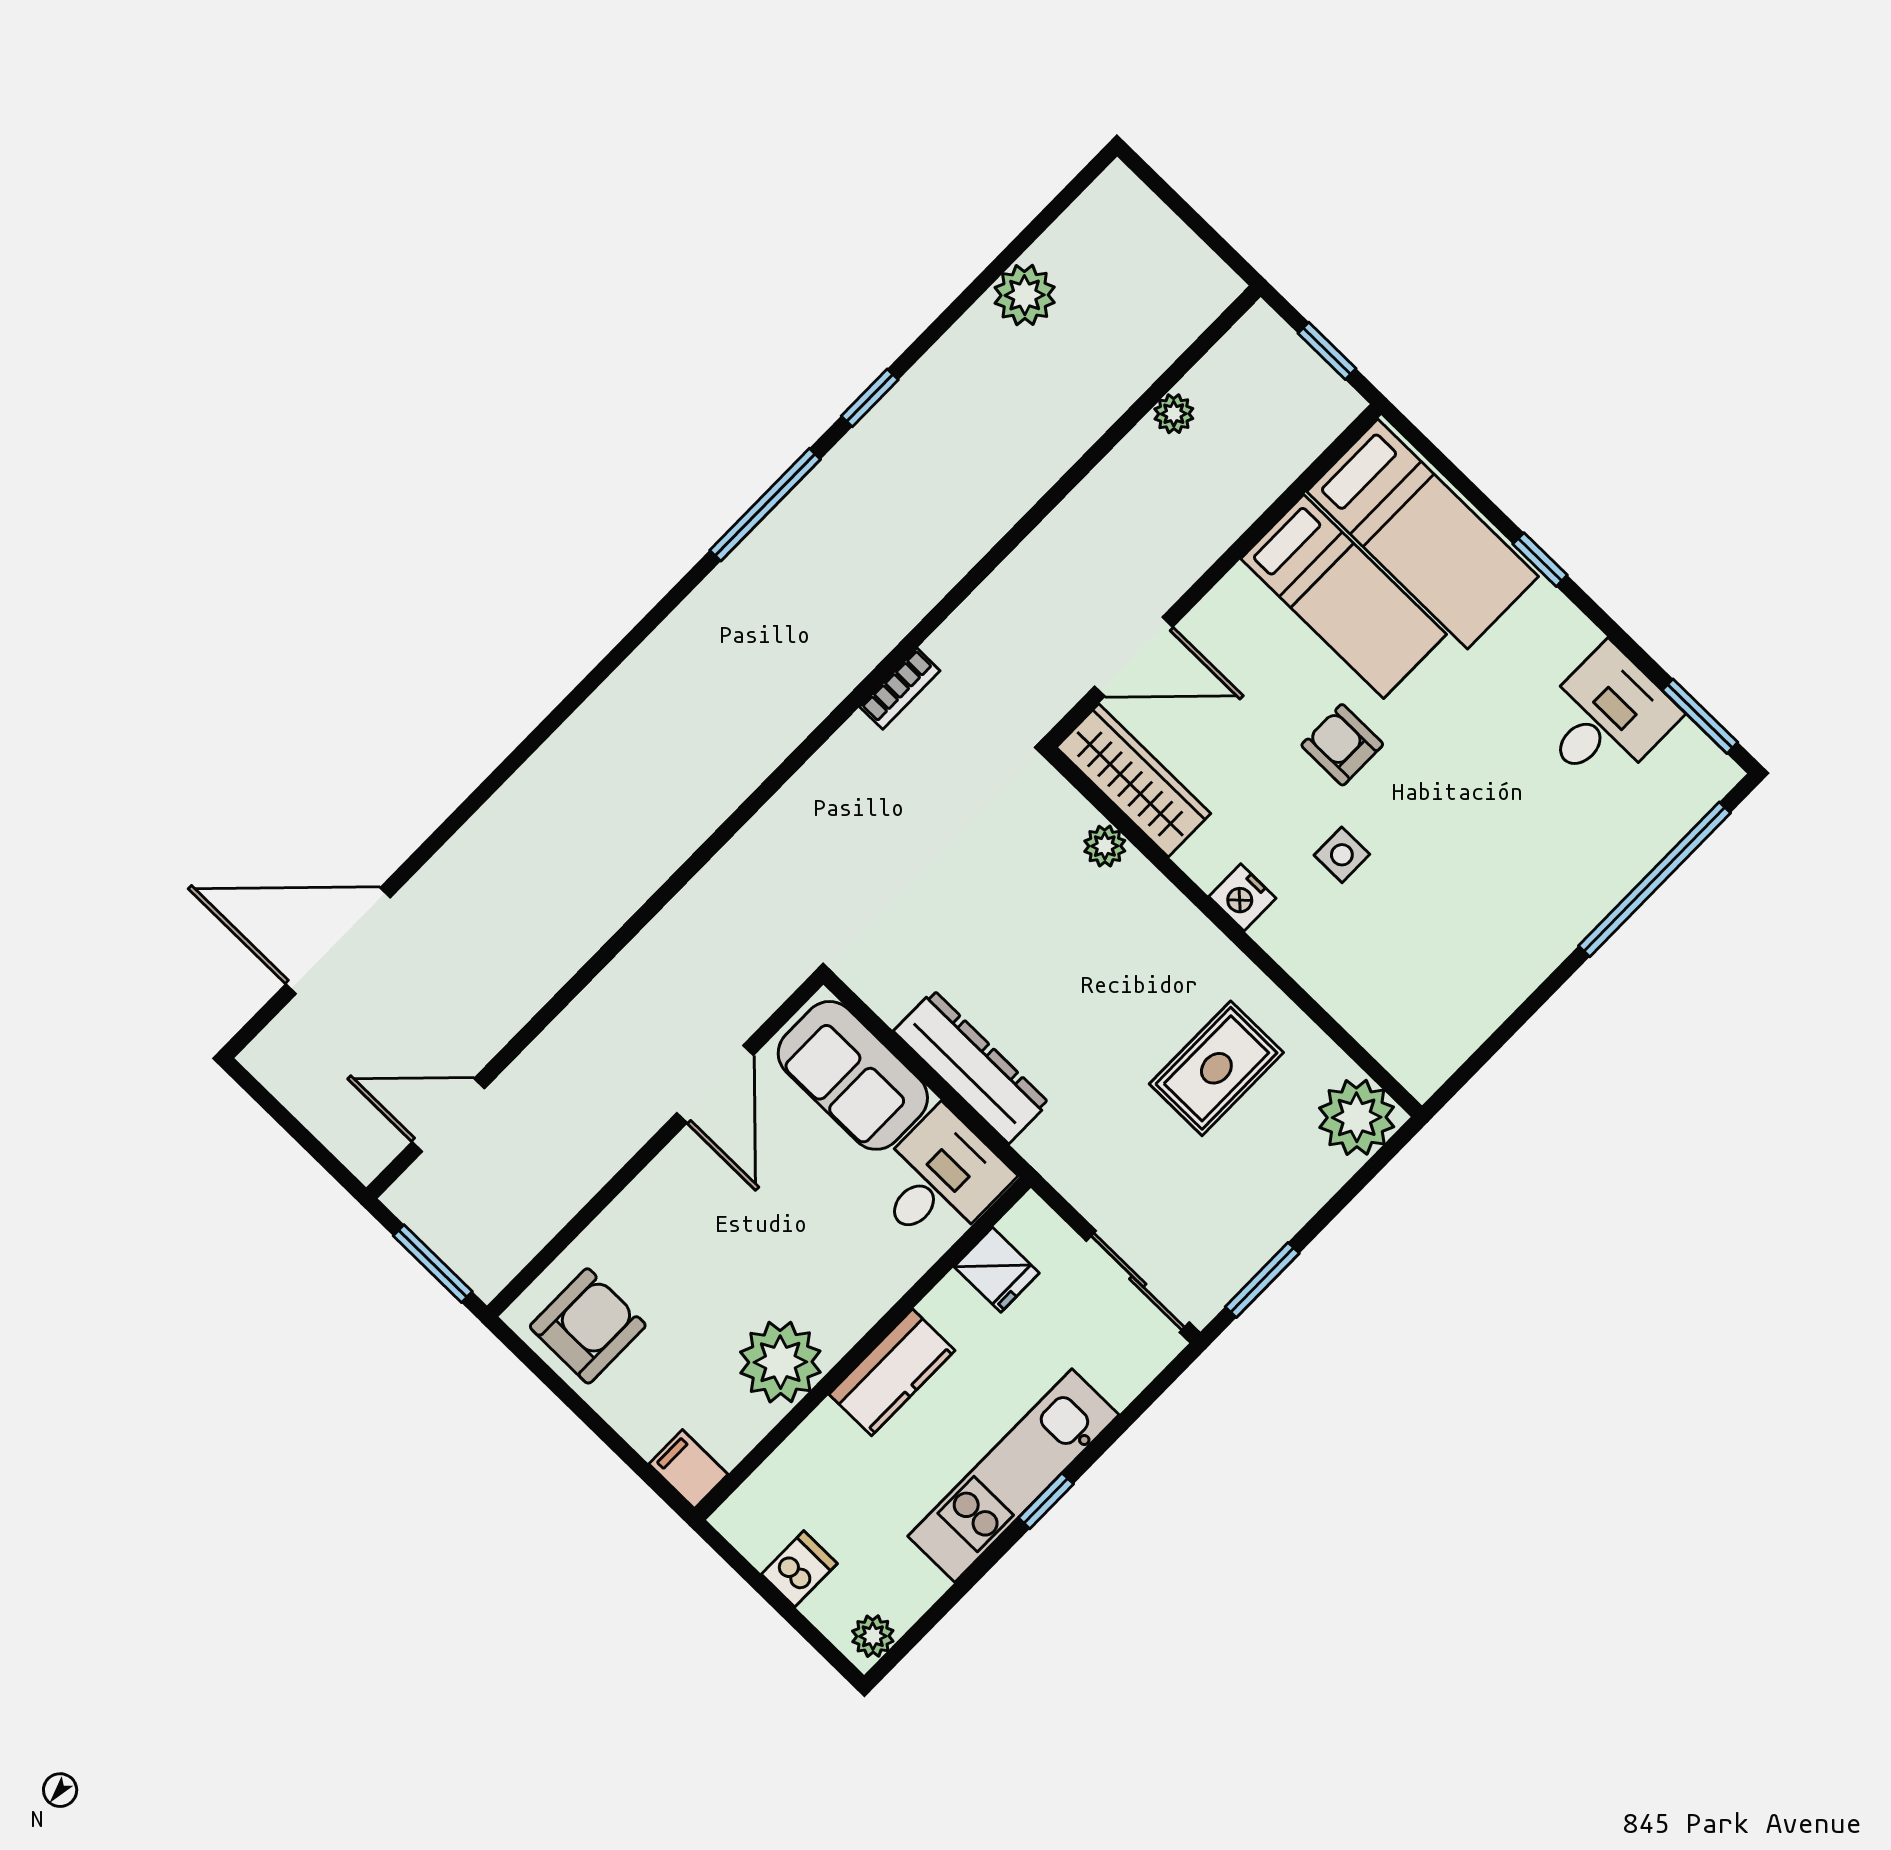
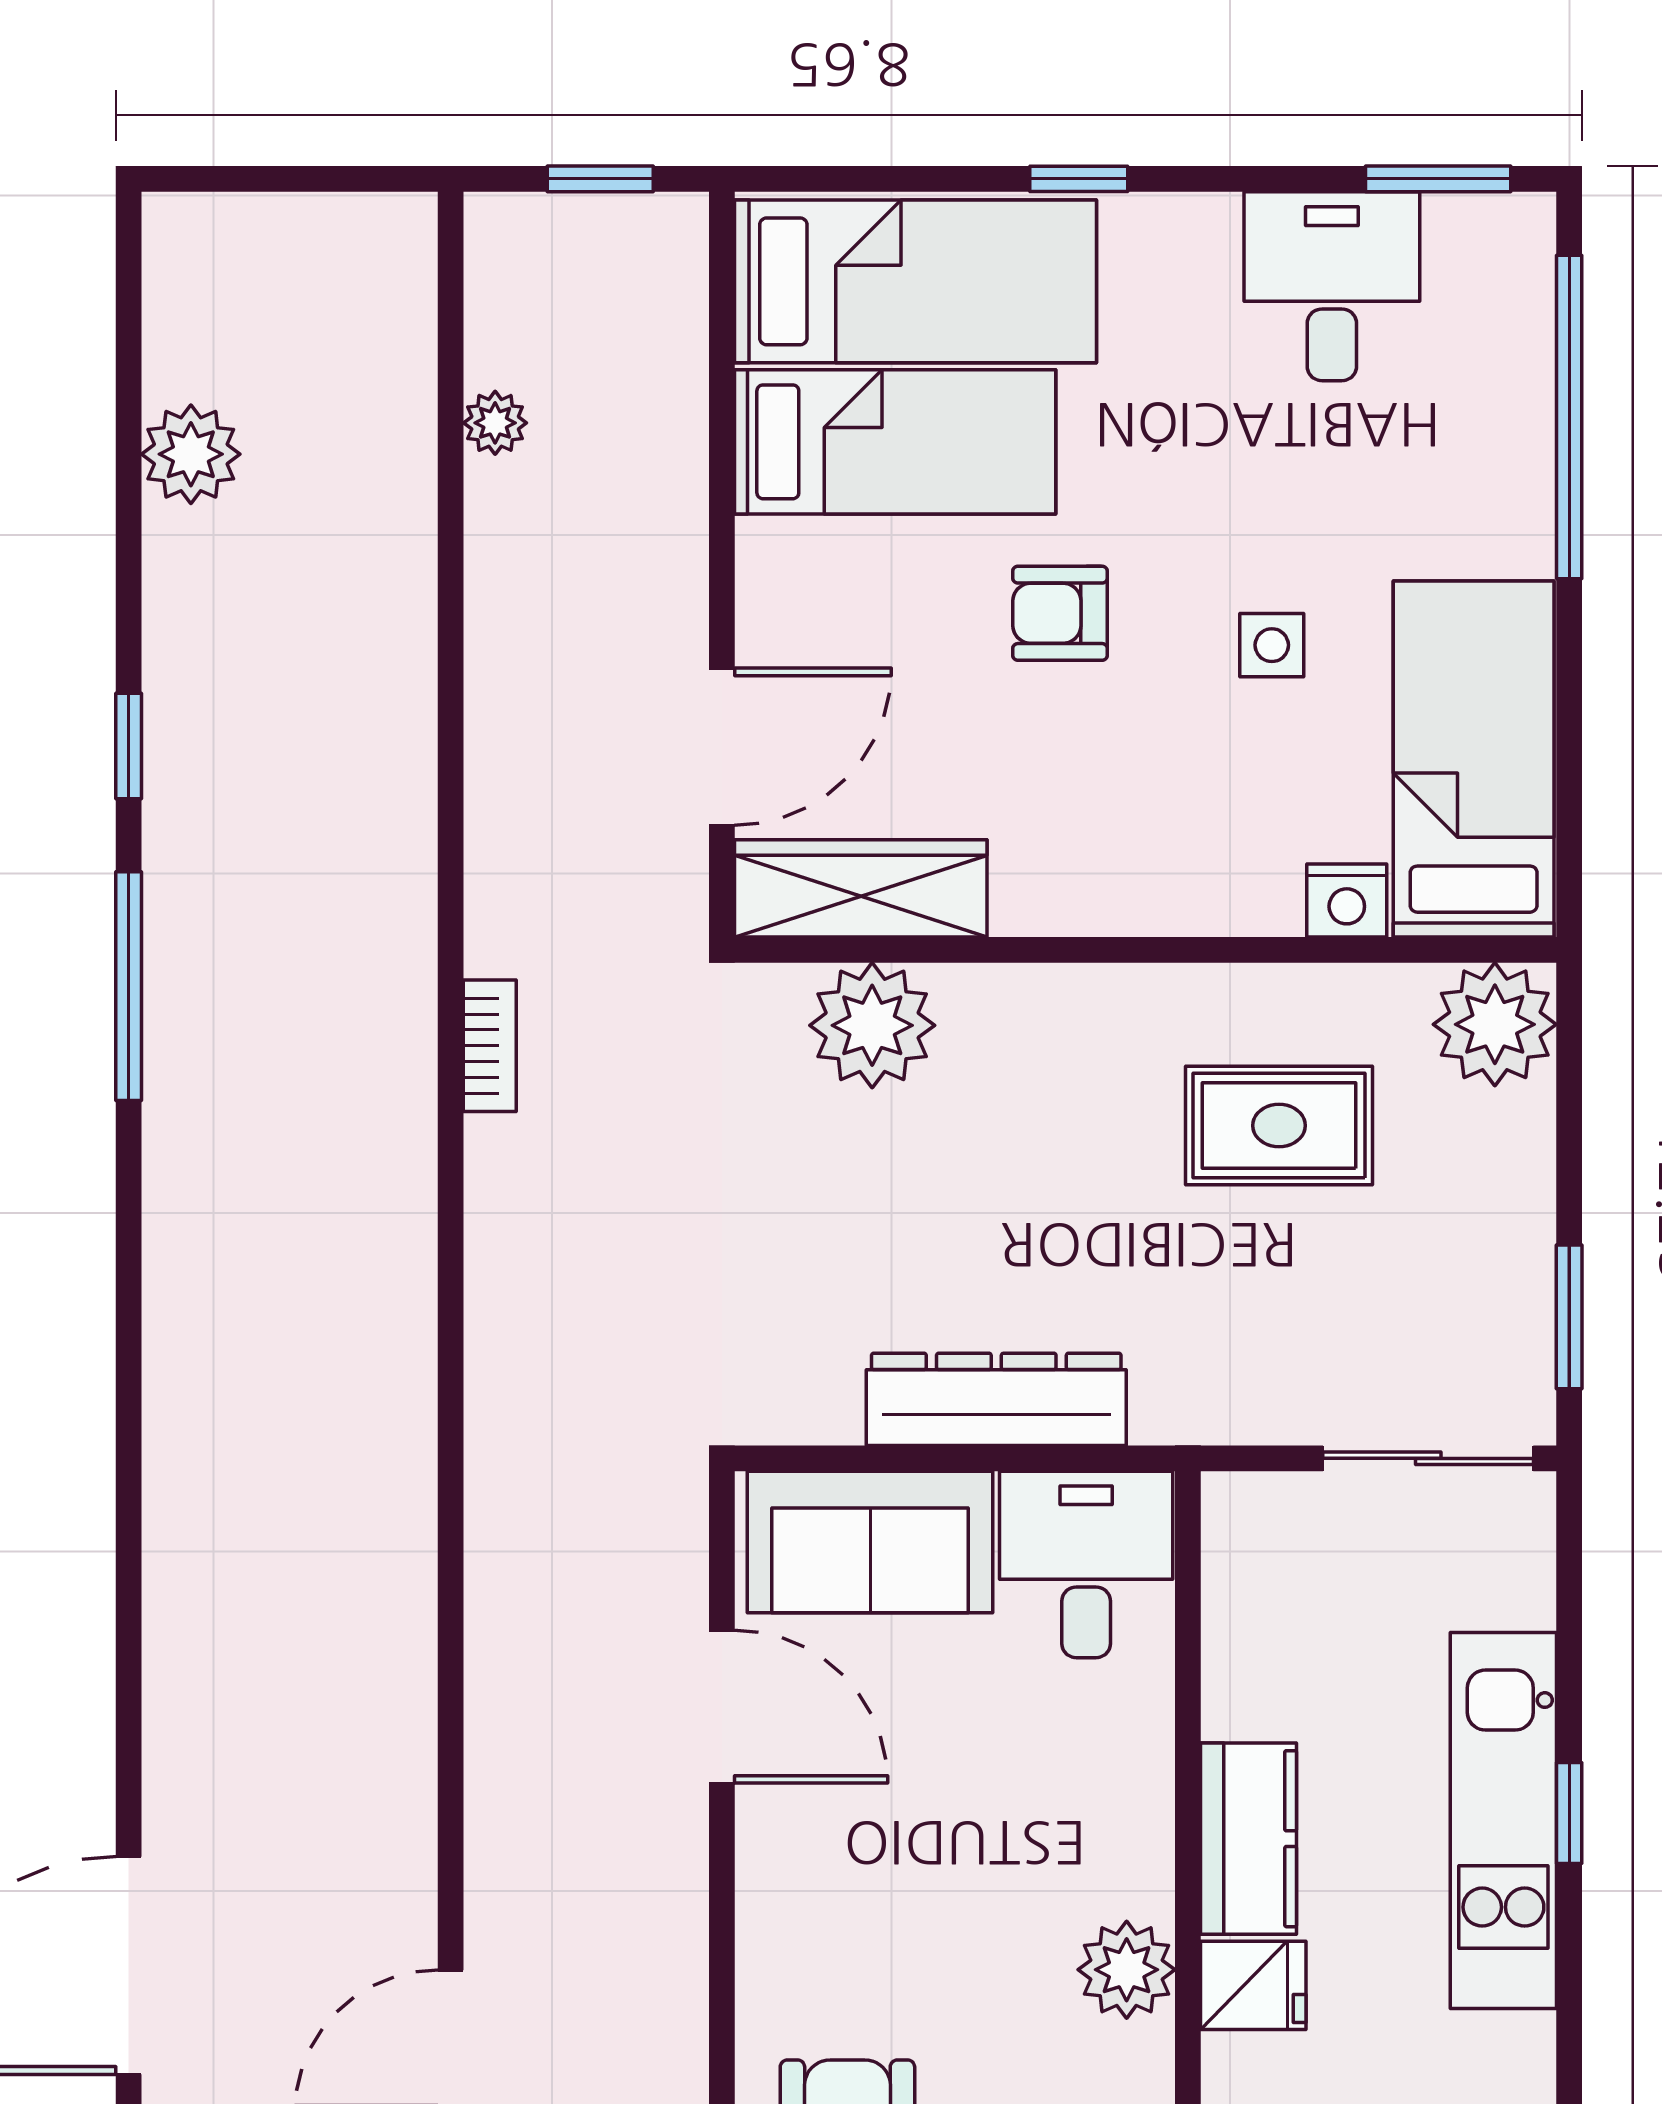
plant: (1105, 846) -> (872, 1025), width x1.88, depth x1.88
side table: (1342, 855) -> (1272, 645), moved
nightstand: (1242, 897) -> (1347, 900), moved
bed: (1463, 990) -> (1474, 759), added
rug: (1216, 1068) -> (1279, 1126), turned 90
fridge: (997, 1270) -> (1253, 1985), moved
plant: (780, 1362) -> (1127, 1970), width x0.73, depth x0.73

